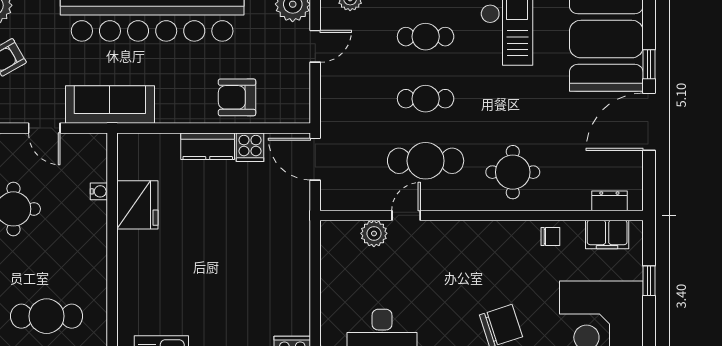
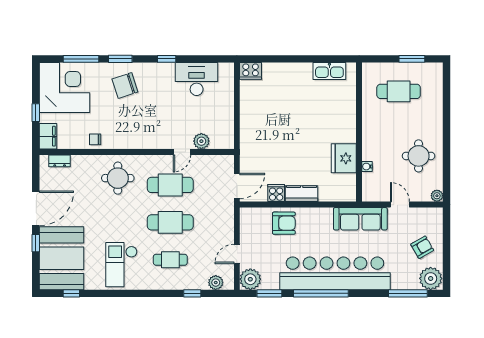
cafe table: (426, 99) -> (170, 222), width x1.37, depth x1.35
door: (315, 159) -> (237, 186), hinge flipped
filing cabinet: (607, 234) -> (48, 136), moved, turned 90

